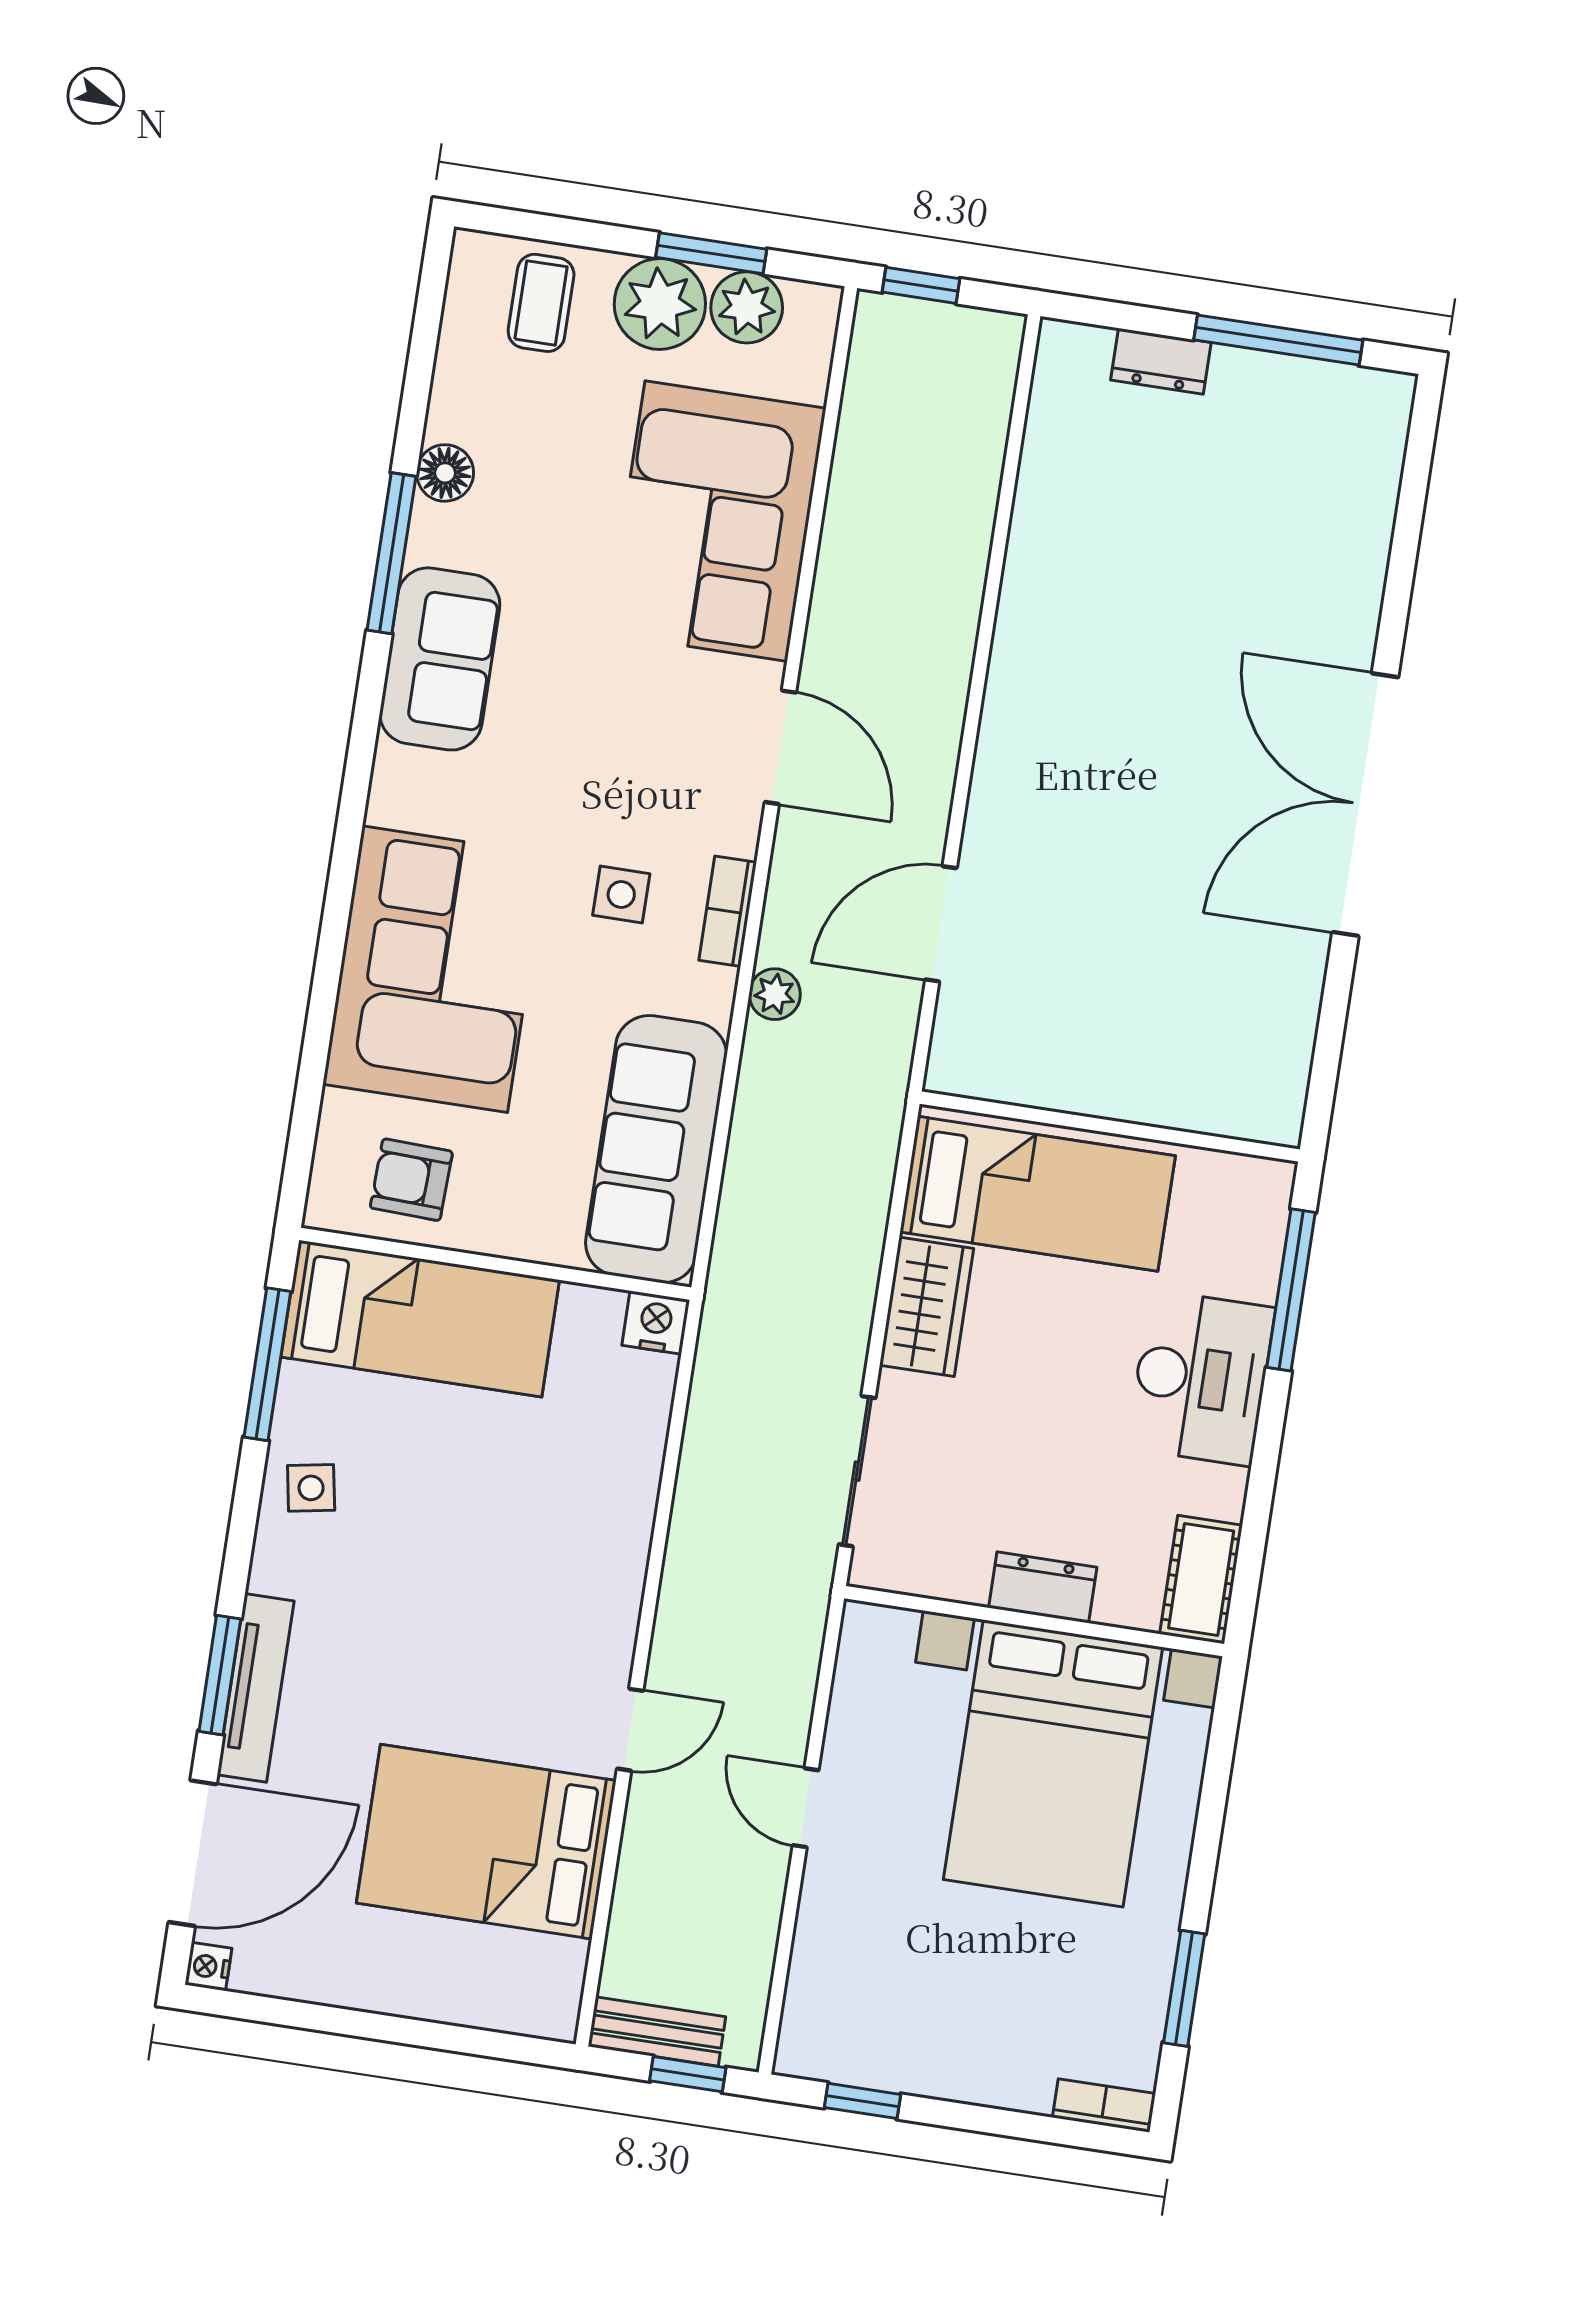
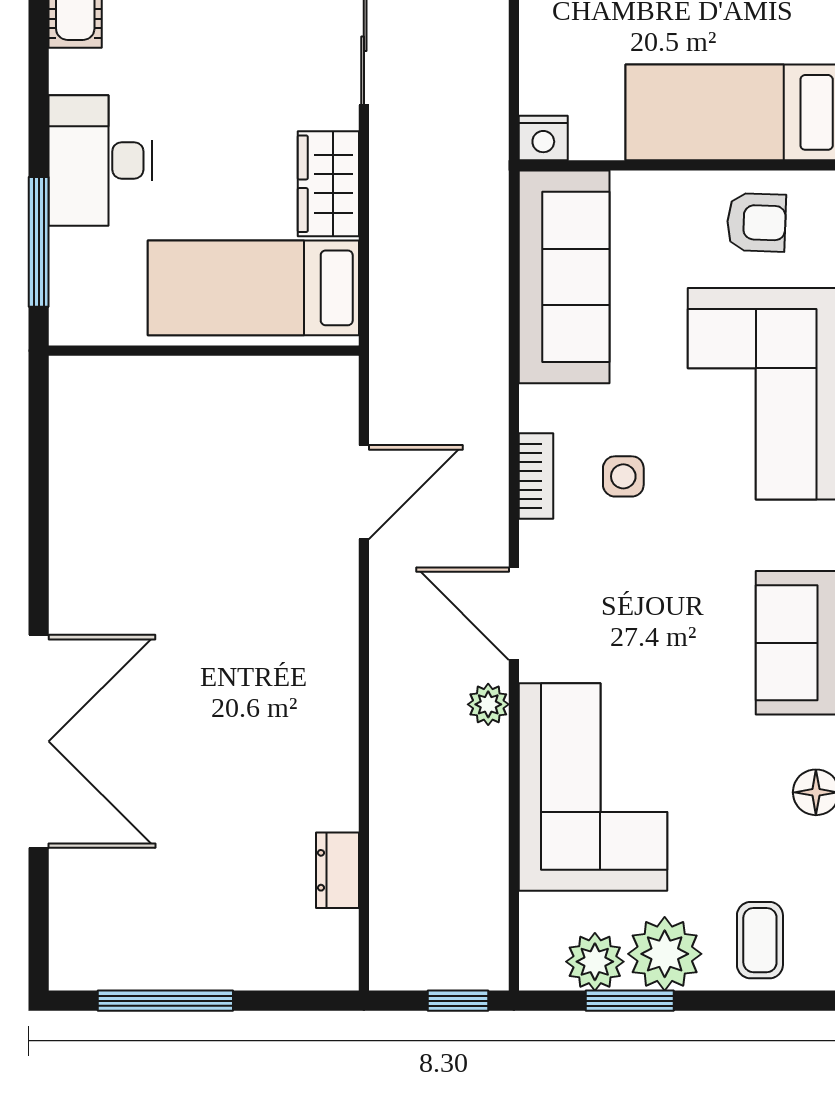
dresser: (1161, 361) -> (338, 870), moved, turned -90
double door: (1365, 805) -> (39, 741), moved
plant: (775, 994) -> (488, 704), moved

